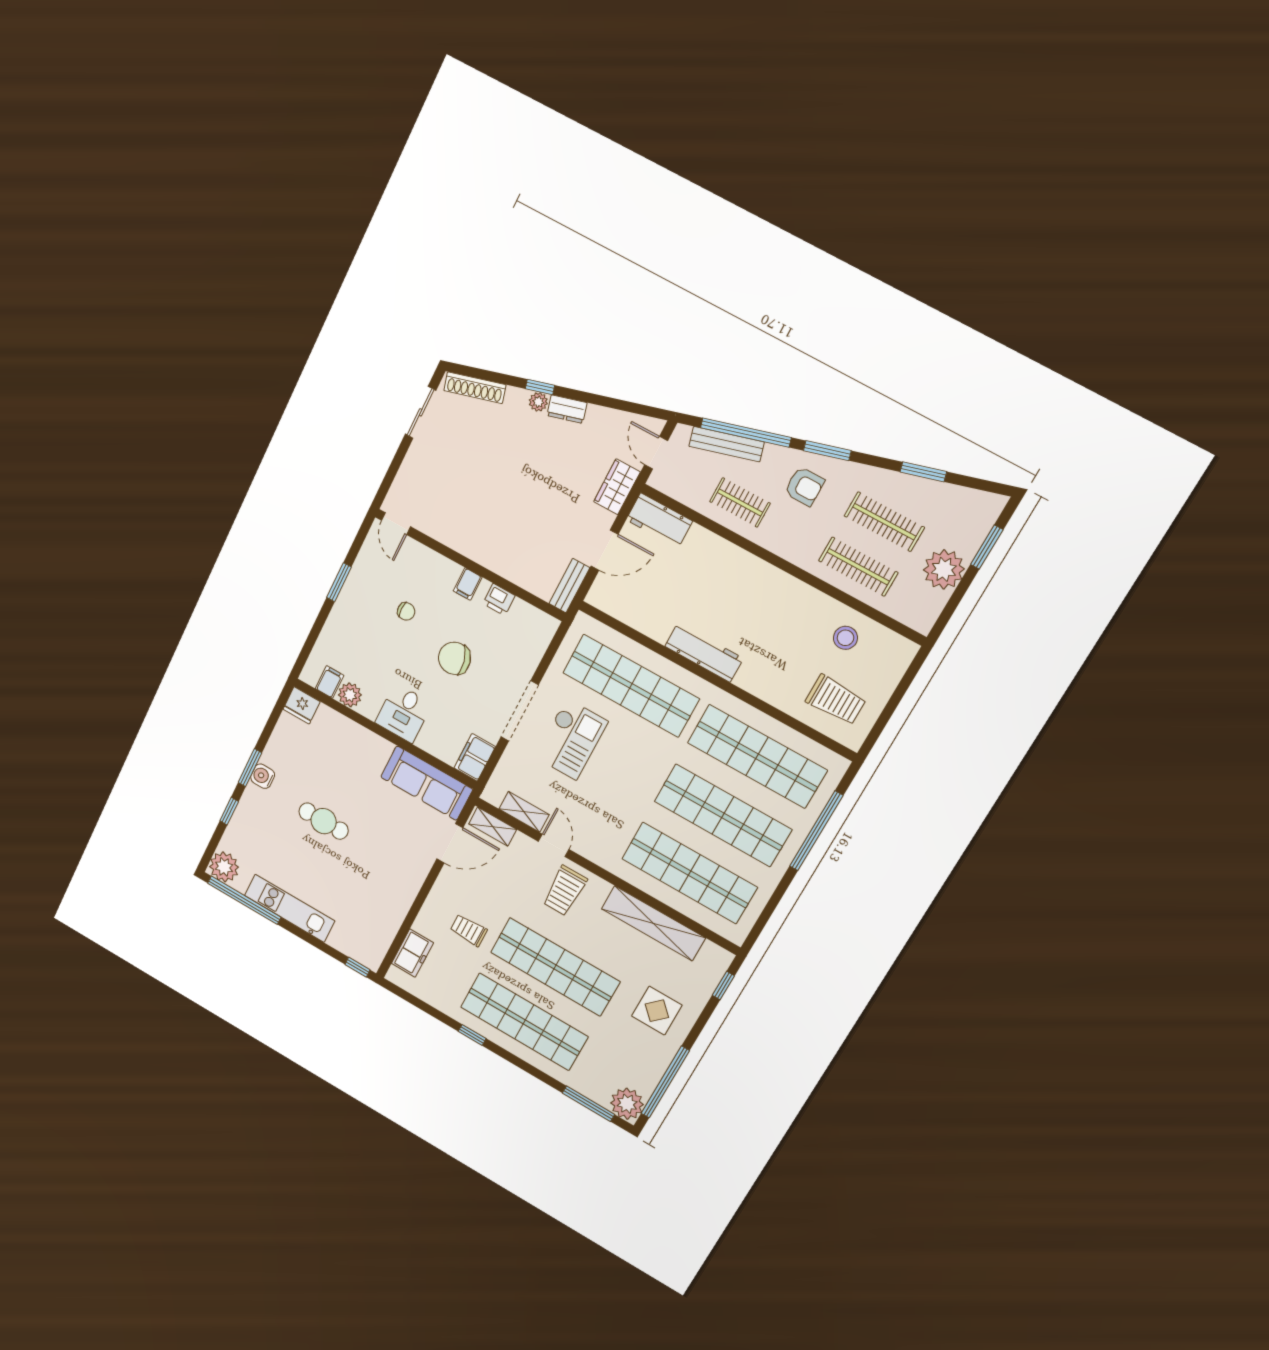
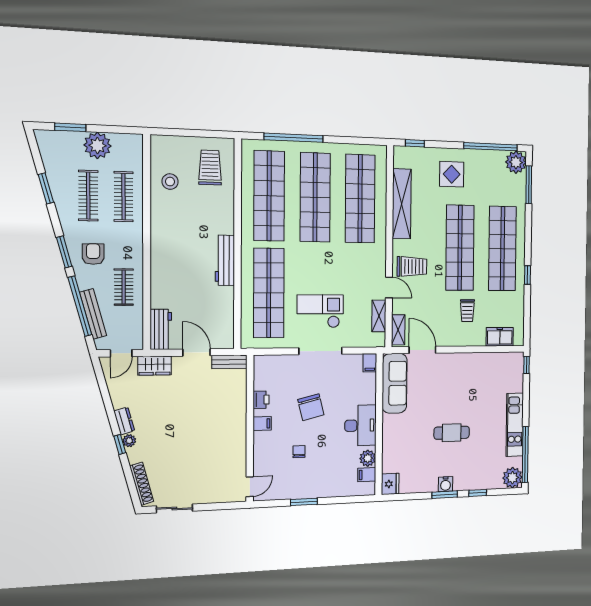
desk: (404, 713) -> (360, 425), width x1.37
filing cabinet: (475, 757) -> (370, 363), width x0.50
cafe table: (324, 821) -> (452, 433), turned 90
door: (554, 845) -> (389, 288), swing flipped

